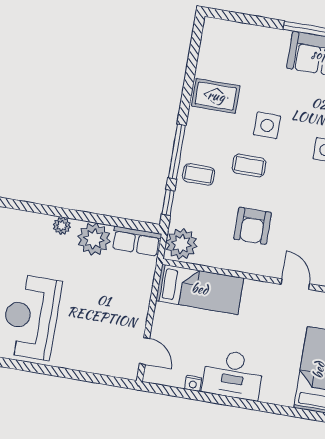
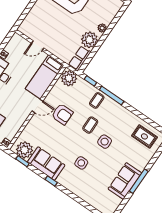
rug: (216, 96) -> (144, 136), moved, turned 90
armchair: (253, 226) -> (62, 114), turned 180
door: (295, 284) -> (37, 106), moved
door: (144, 351) -> (38, 46), moved

